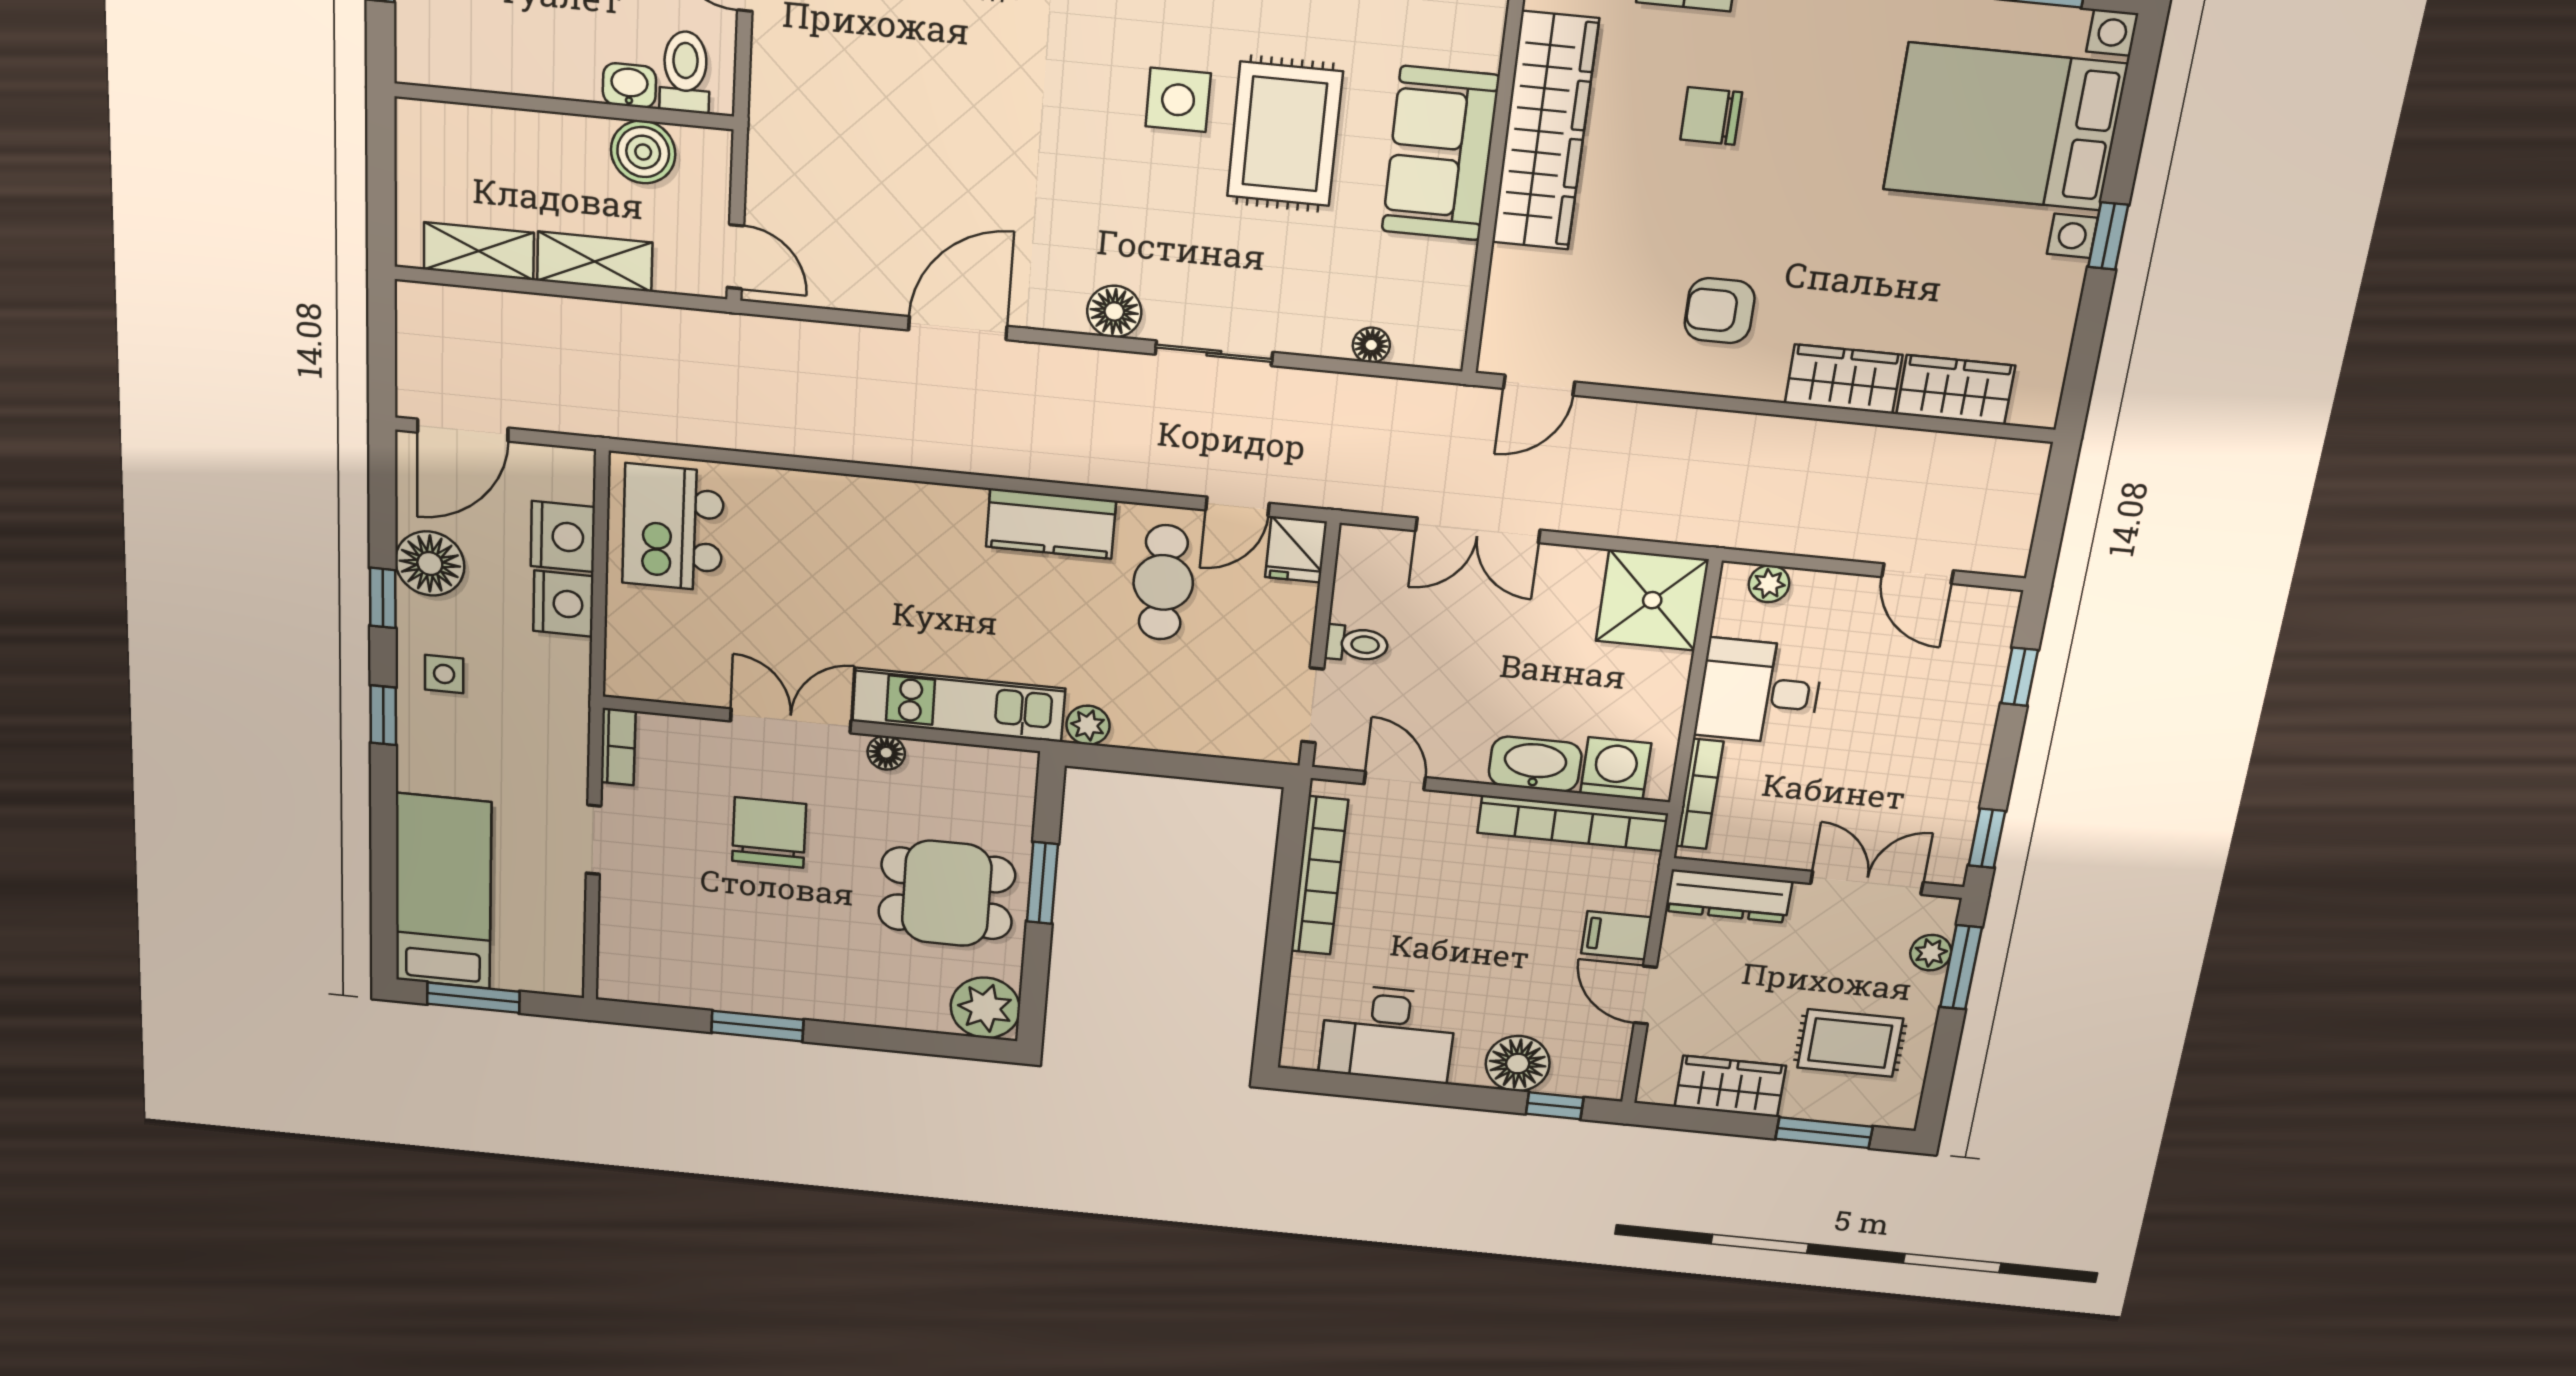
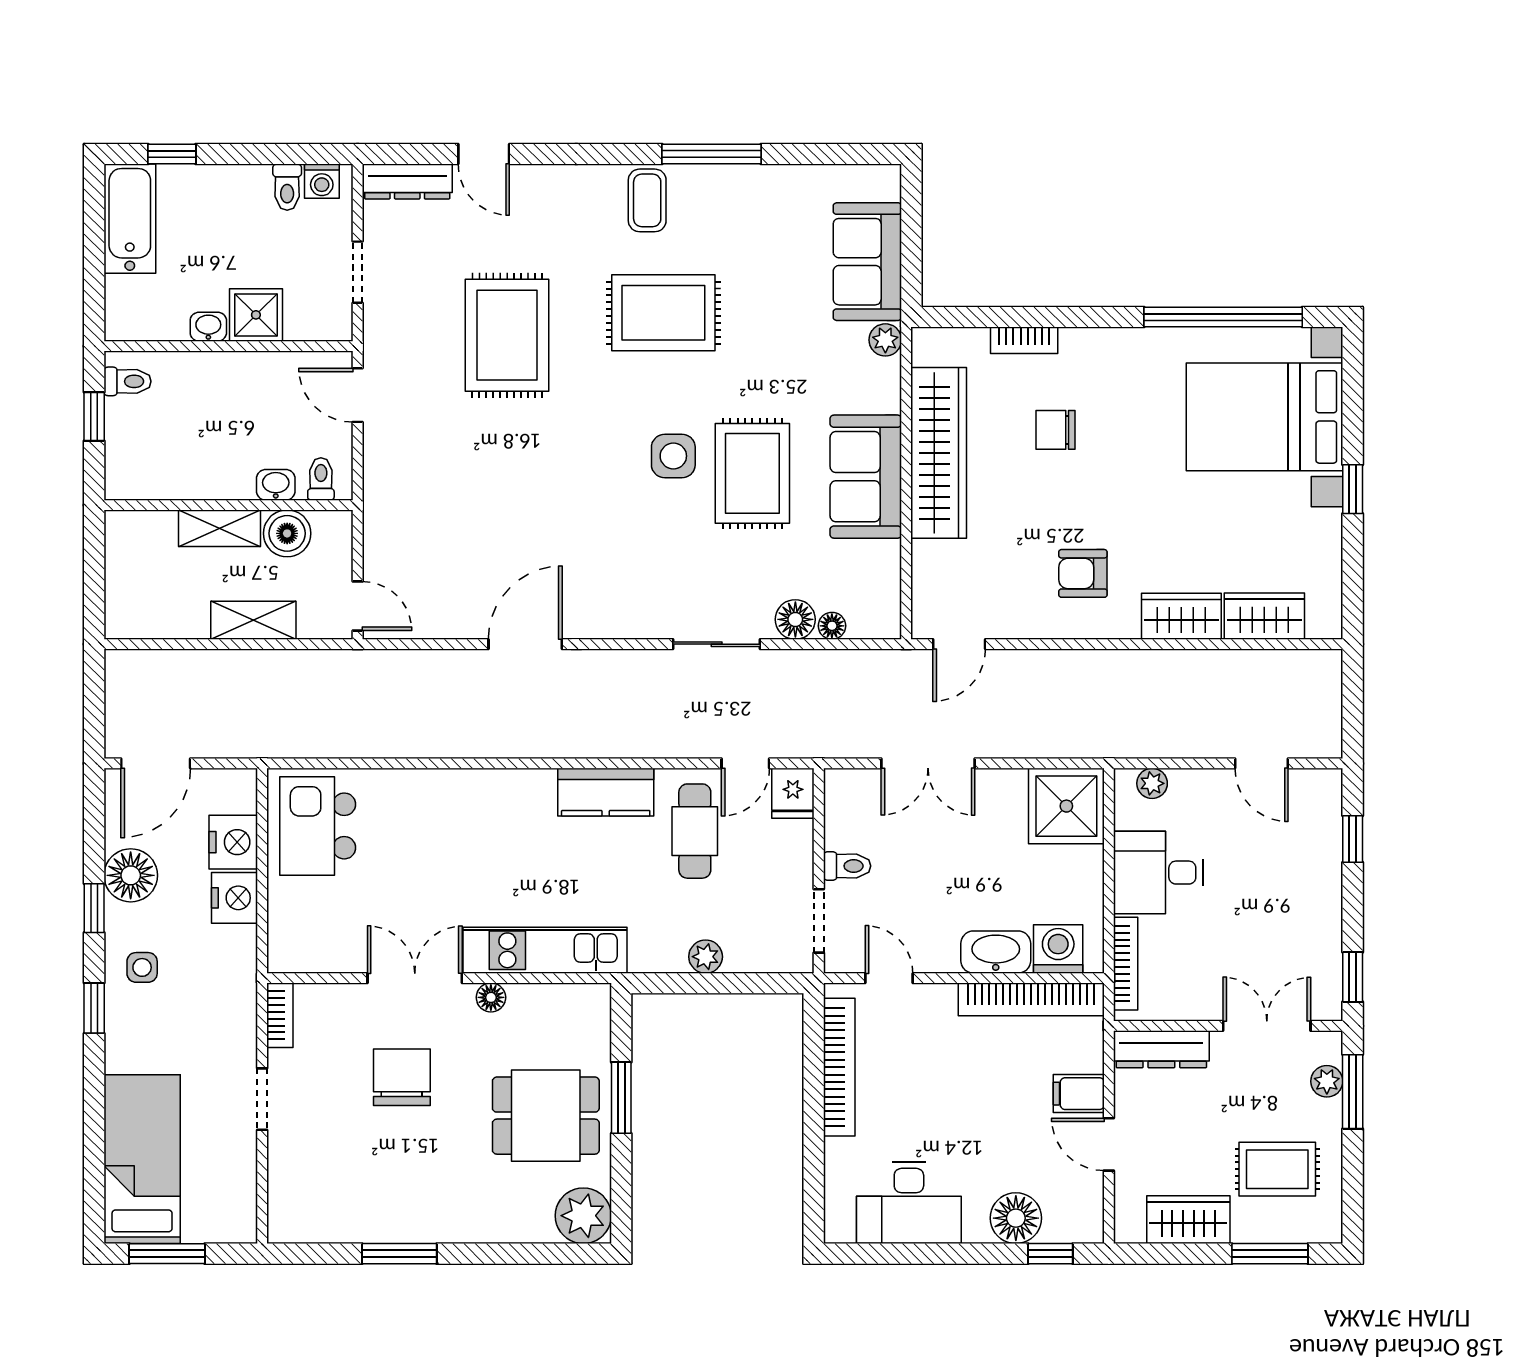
toilet: (685, 72) -> (321, 479), width x0.73, depth x0.72
shelving: (479, 251) -> (220, 528), moved
floor lamp: (1114, 311) -> (795, 619), moved
plant: (1088, 725) -> (706, 957), moved

